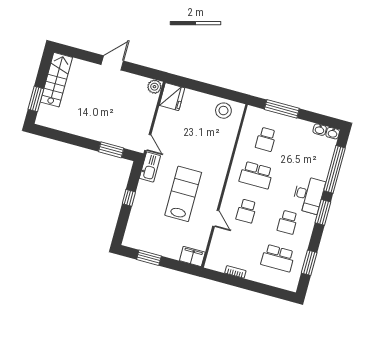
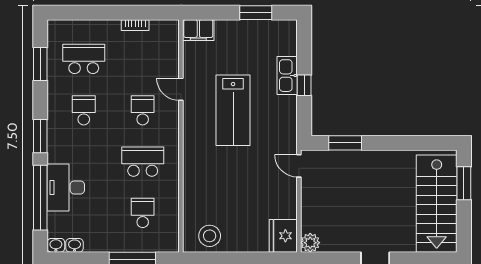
stairs: (56, 80) -> (437, 204), width x1.36, depth x1.51
kitchen sink: (150, 167) -> (287, 76), moved
desk: (308, 195) -> (66, 187), moved

